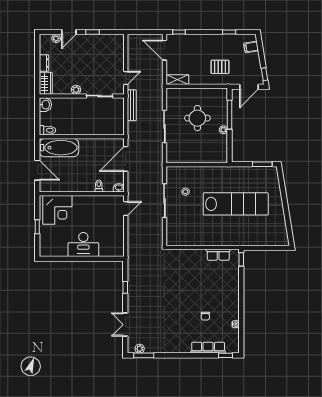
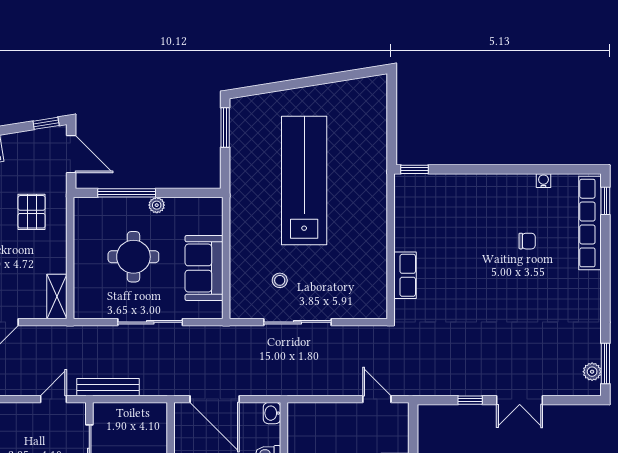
door: (126, 78) -> (53, 399), hinge flipped
sofa: (192, 154) -> (204, 268), added
door: (126, 208) -> (377, 399), moved
row of seats: (218, 255) -> (405, 275), moved
double door: (125, 325) -> (520, 400), moved
row of seats: (208, 348) -> (590, 223), width x1.36

